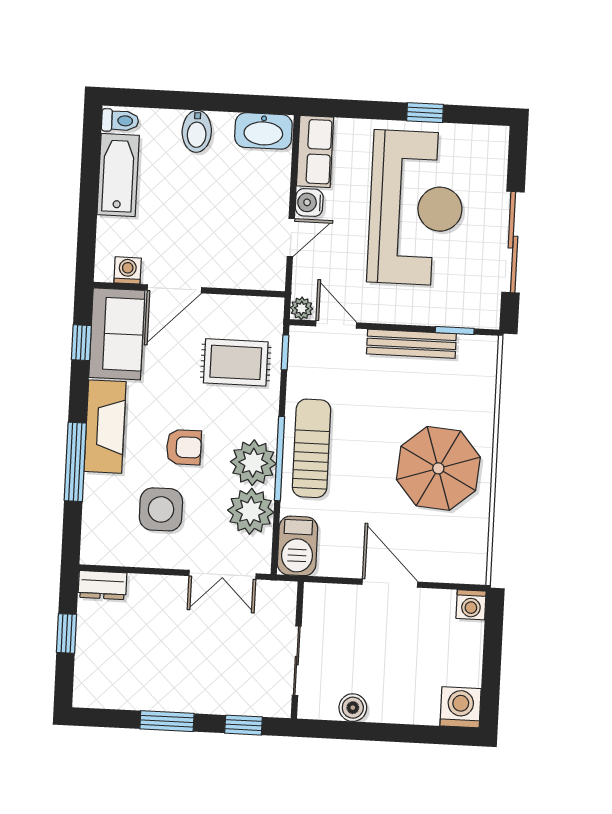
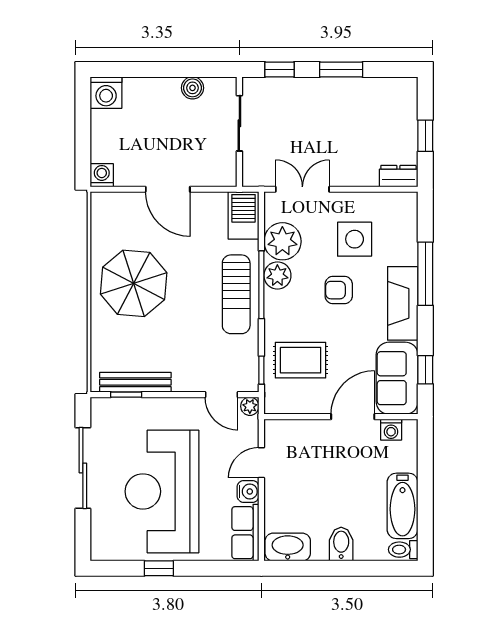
bench: (411, 344) -> (135, 382), moved
plant: (253, 463) -> (277, 275), width x0.73, depth x0.73

